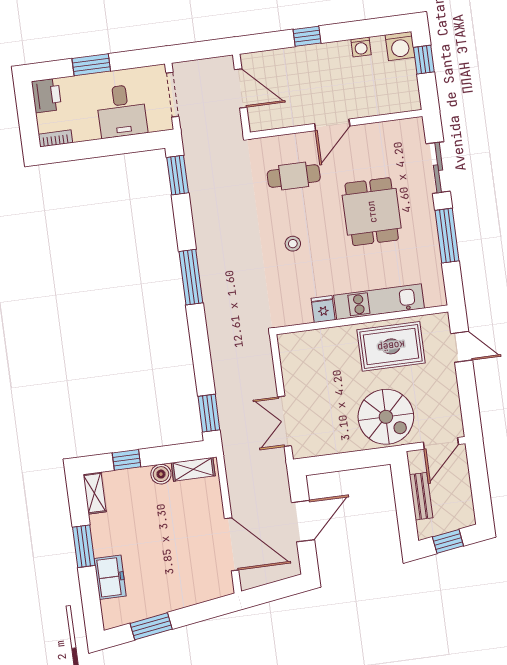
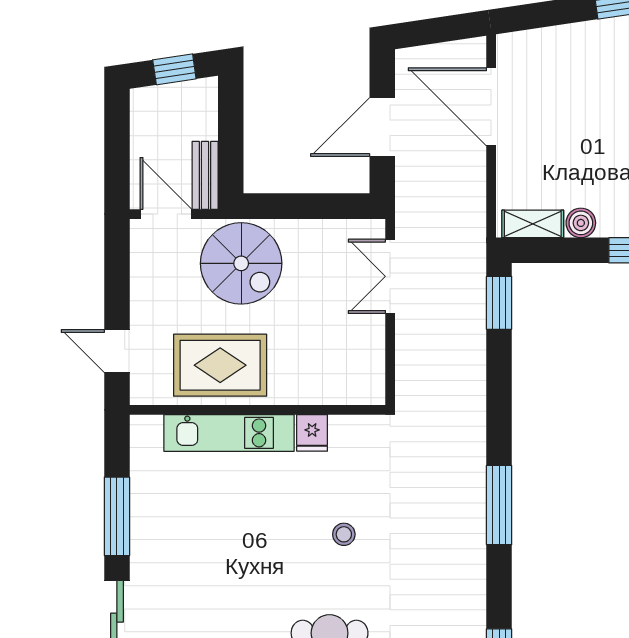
dining table: (372, 212) -> (222, 566), removed
spiral stairs: (386, 417) -> (241, 263), turned 180
double door: (285, 421) -> (390, 276), swing flipped
door: (441, 443) -> (166, 214), hinge flipped
bench: (421, 496) -> (205, 175), moved

